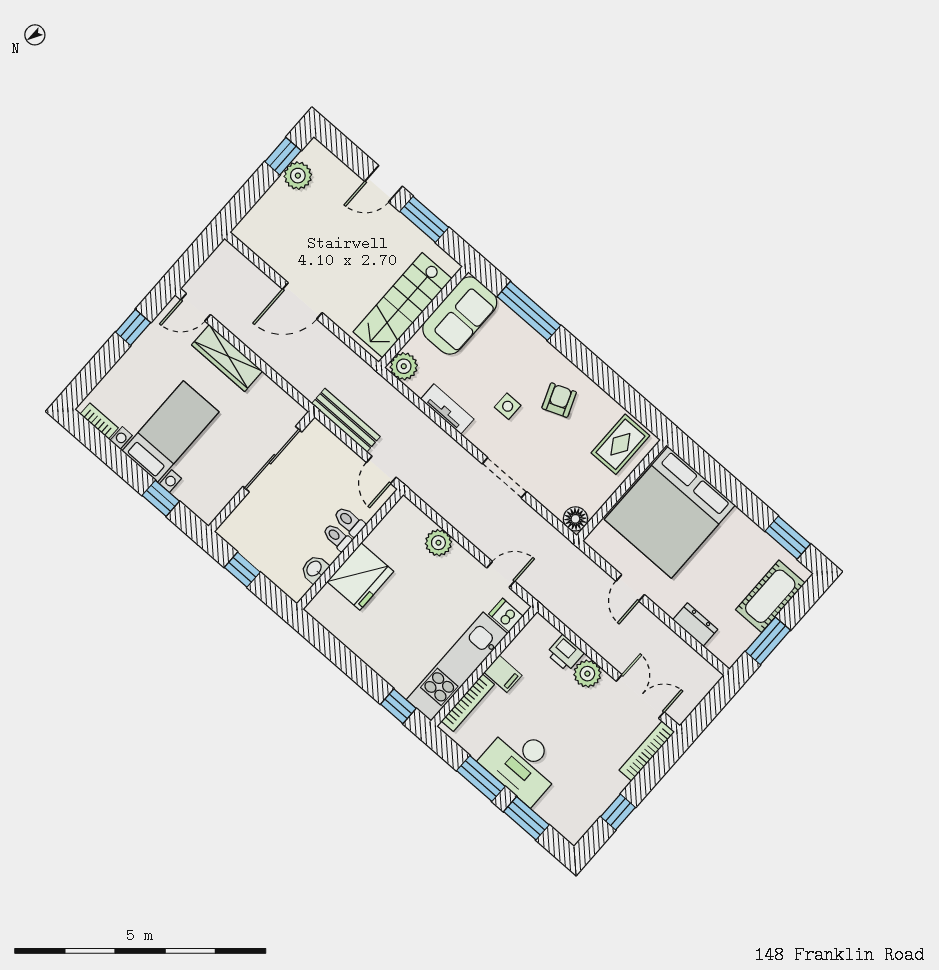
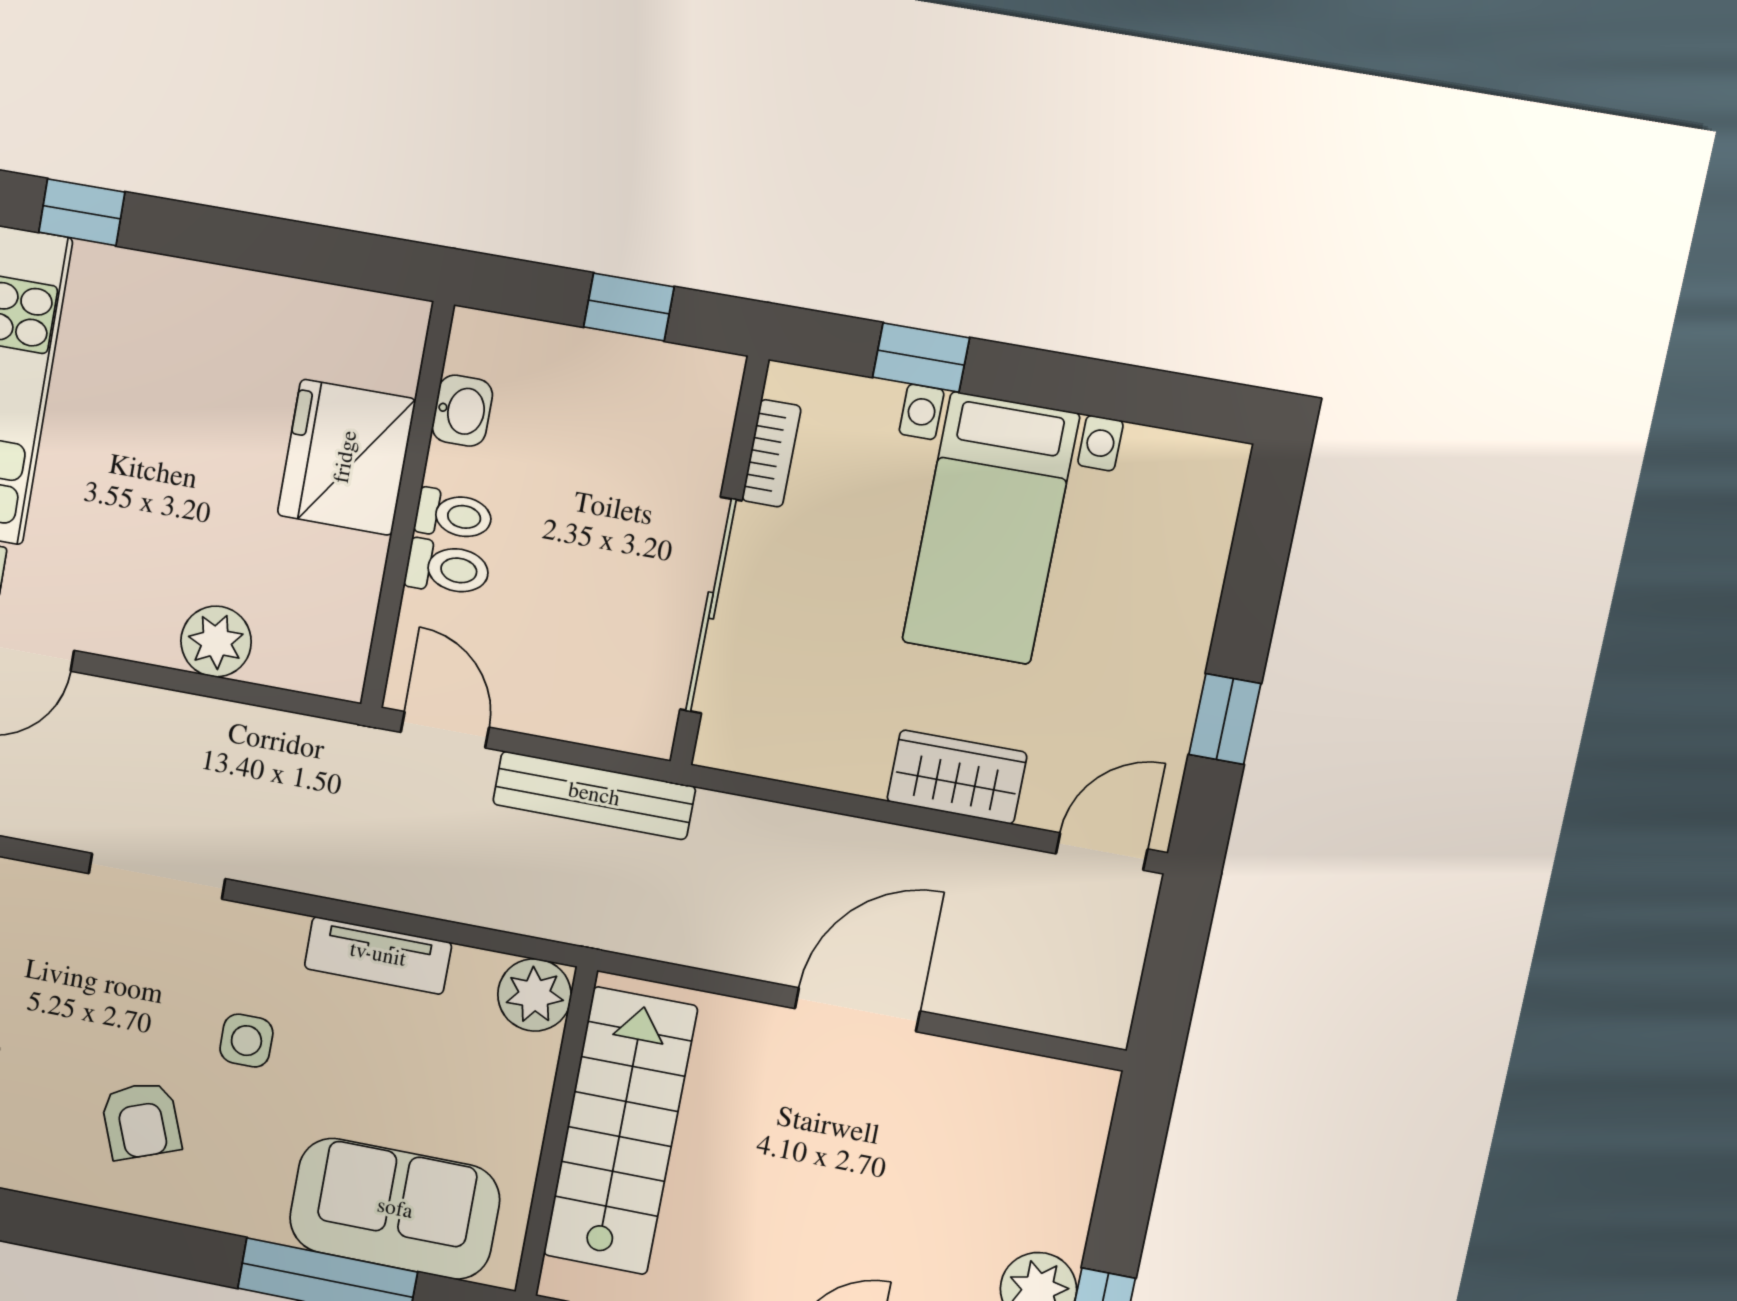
sofa: (460, 315) -> (395, 1209), moved, turned 90
wardrobe: (227, 358) -> (957, 777), width x0.67
bookcase: (99, 421) -> (771, 453), moved, turned -90

